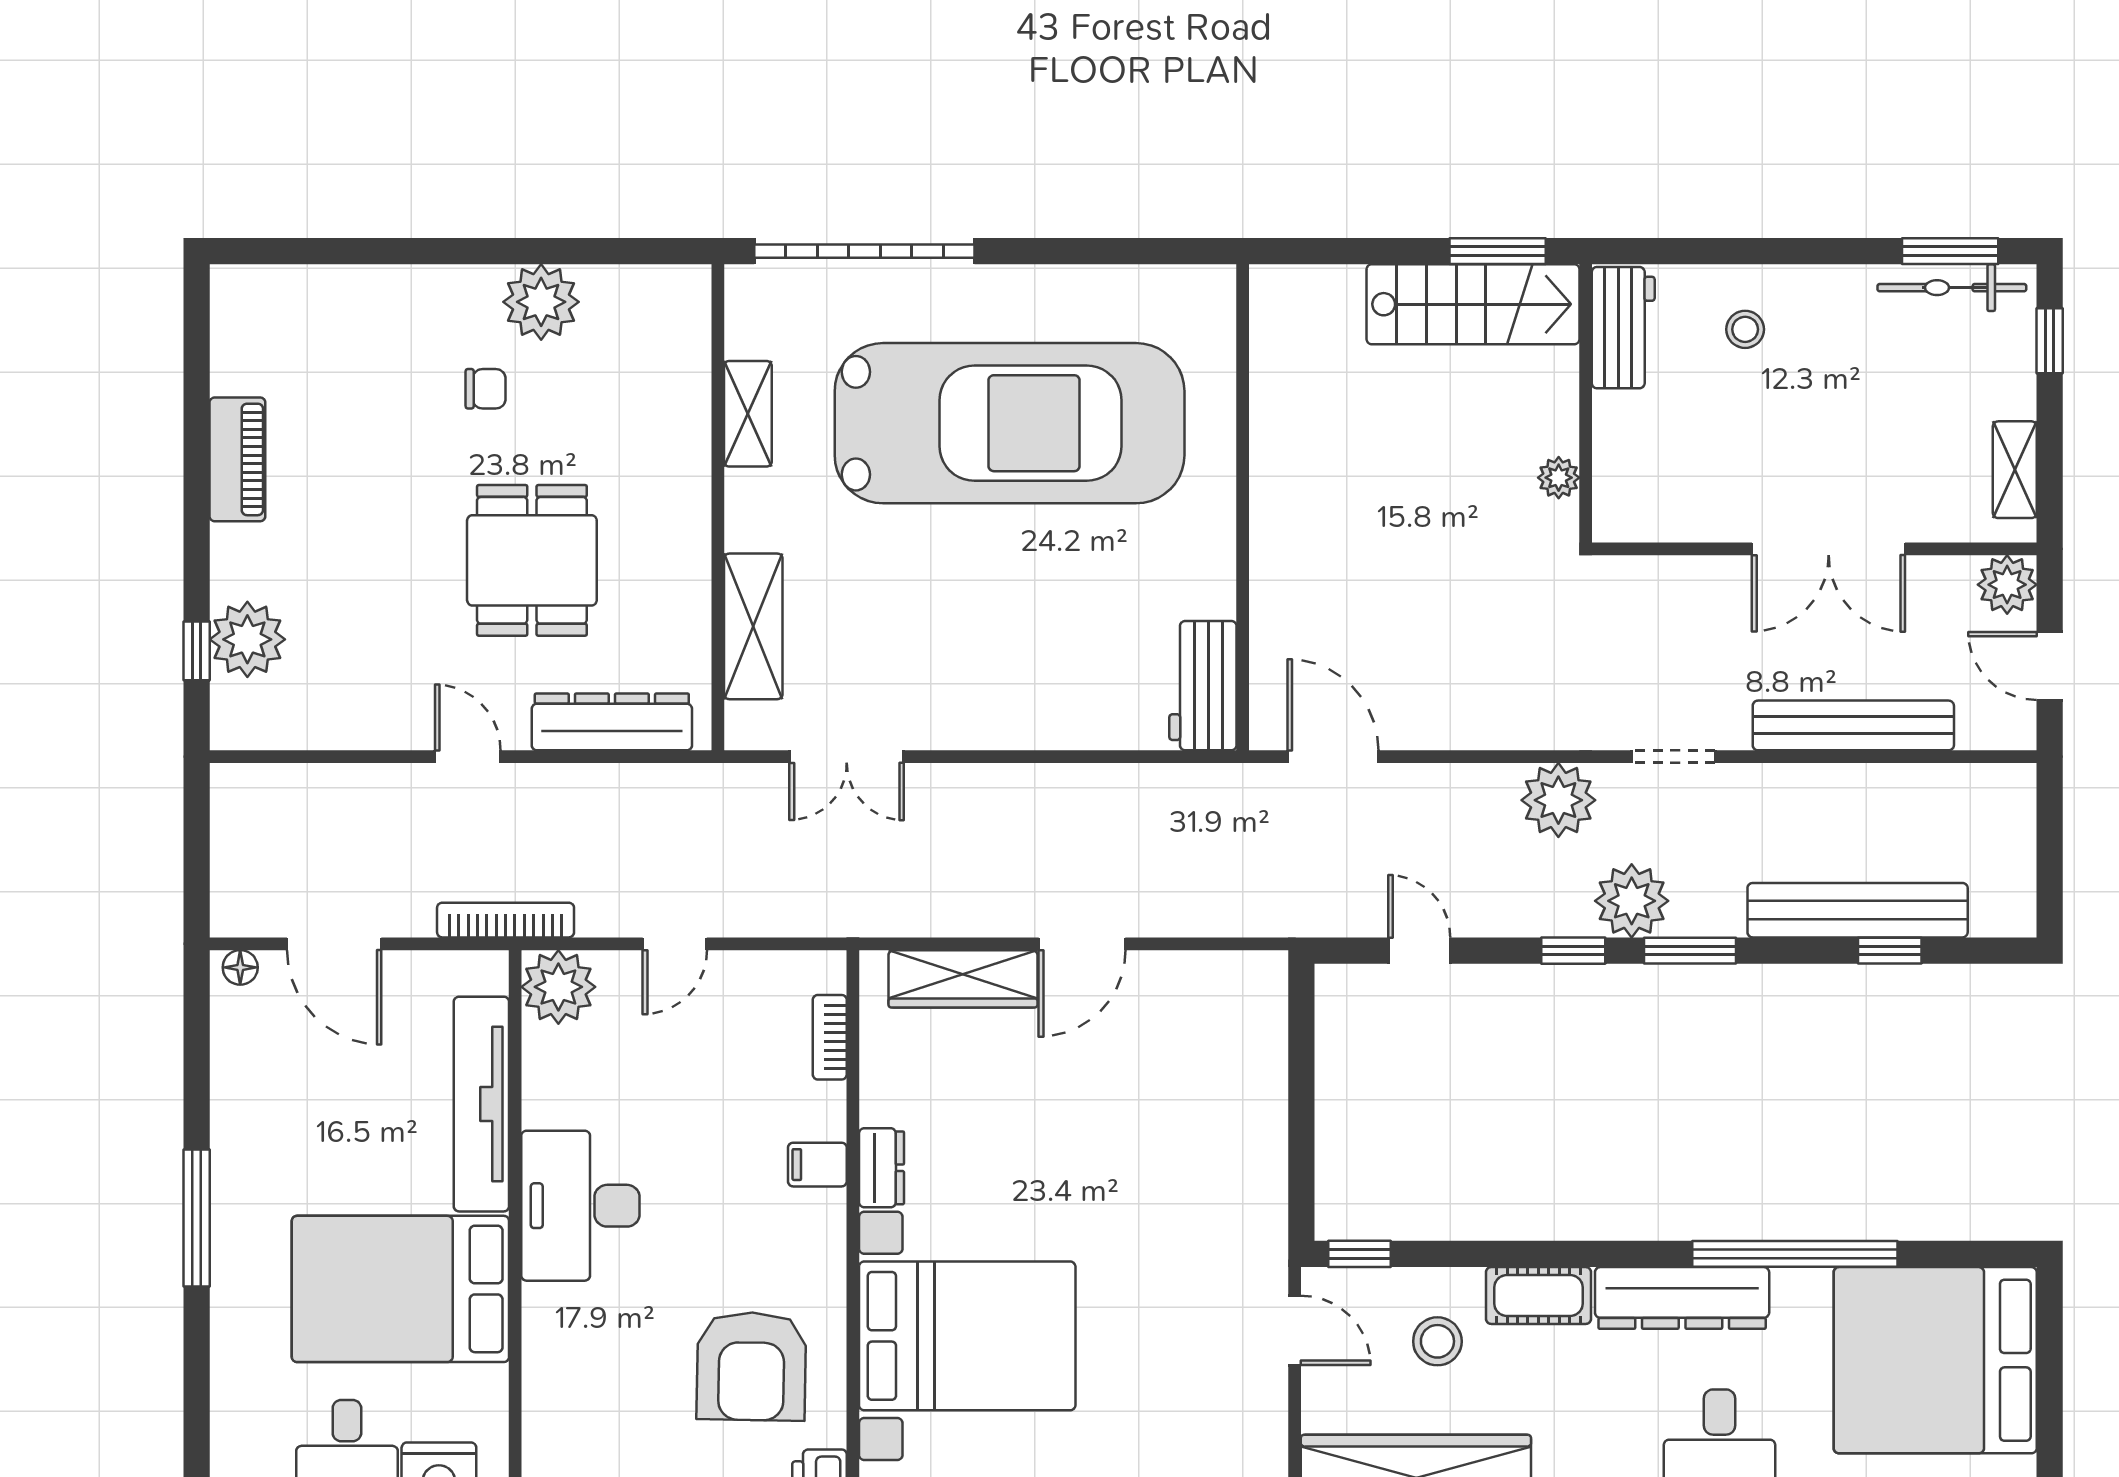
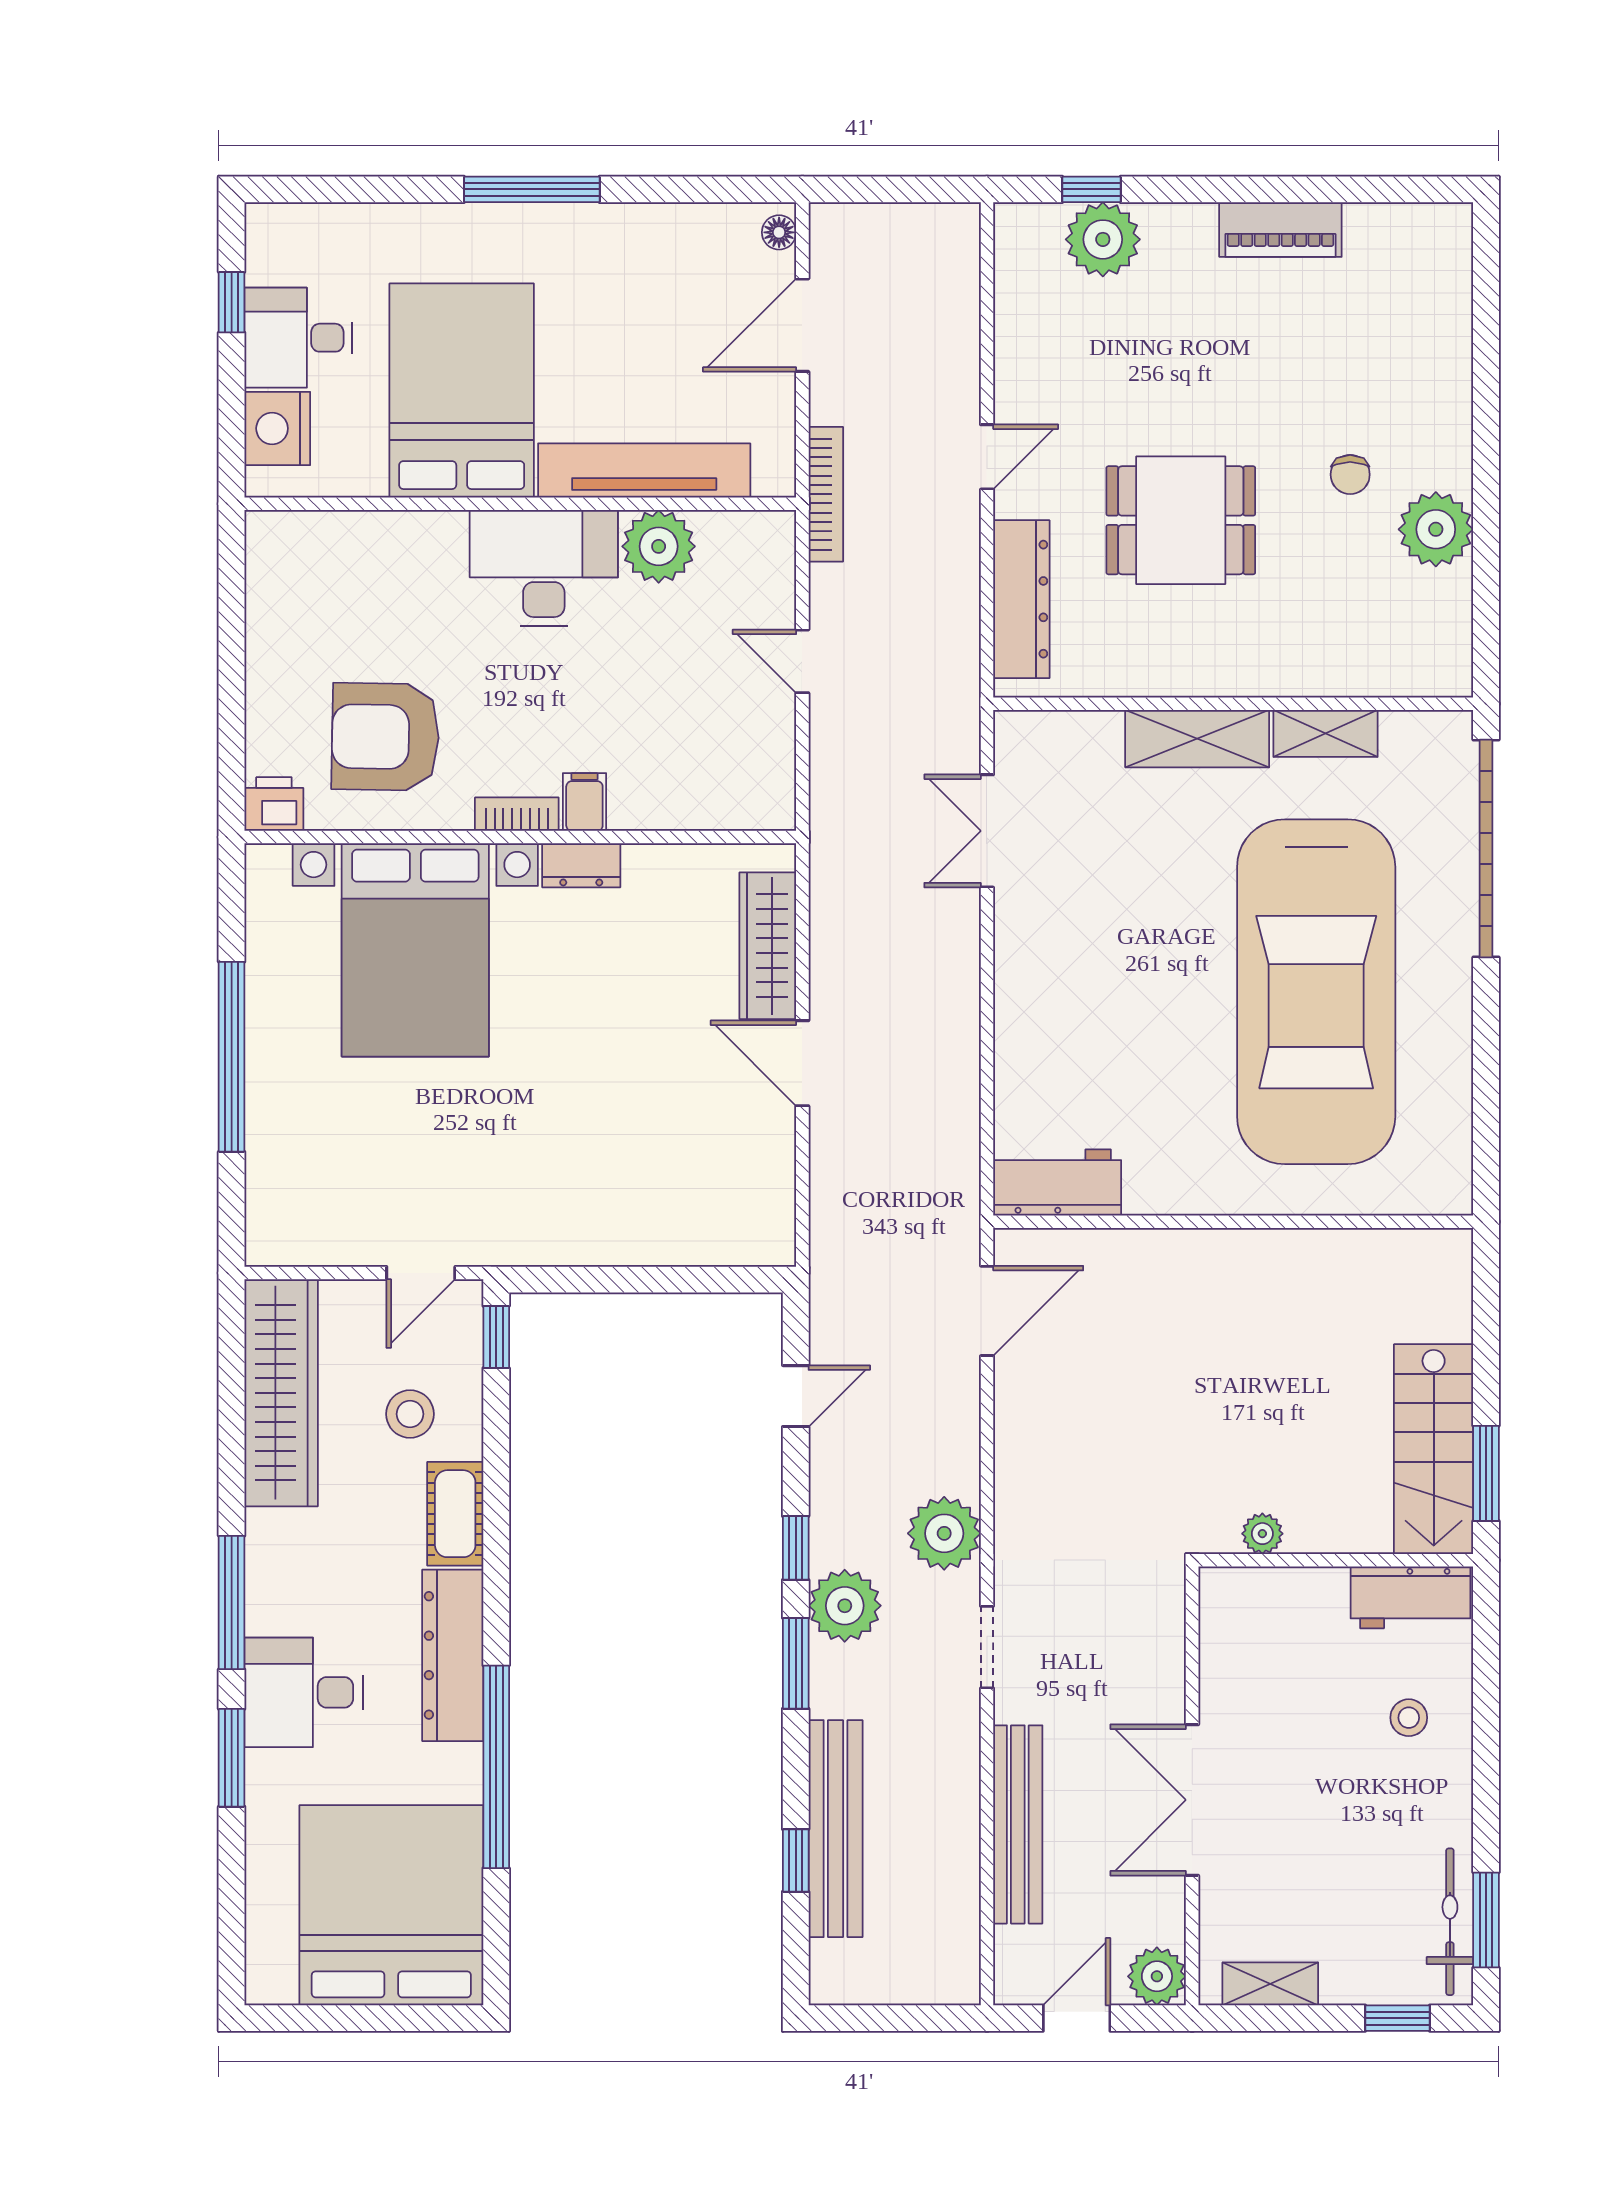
shelving: (753, 626) -> (1197, 739), moved
plant: (558, 987) -> (659, 546), moved
bookcase: (830, 1037) -> (517, 814), moved

